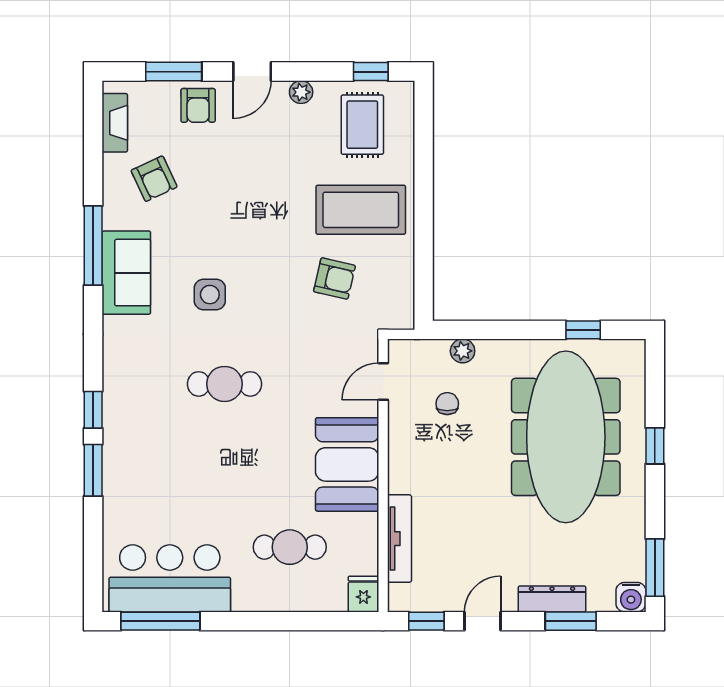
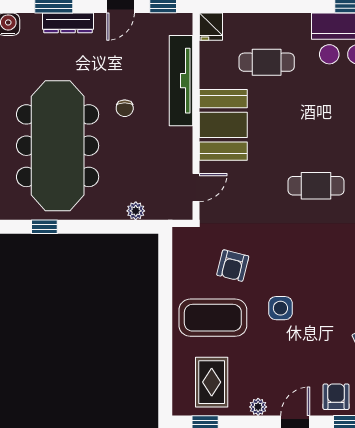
armchair: (334, 279) -> (233, 266), turned -89
side table: (210, 295) -> (280, 308), moved
chair: (447, 404) -> (125, 108), moved
tv unit: (399, 539) -> (181, 81), width x1.36, depth x1.29

